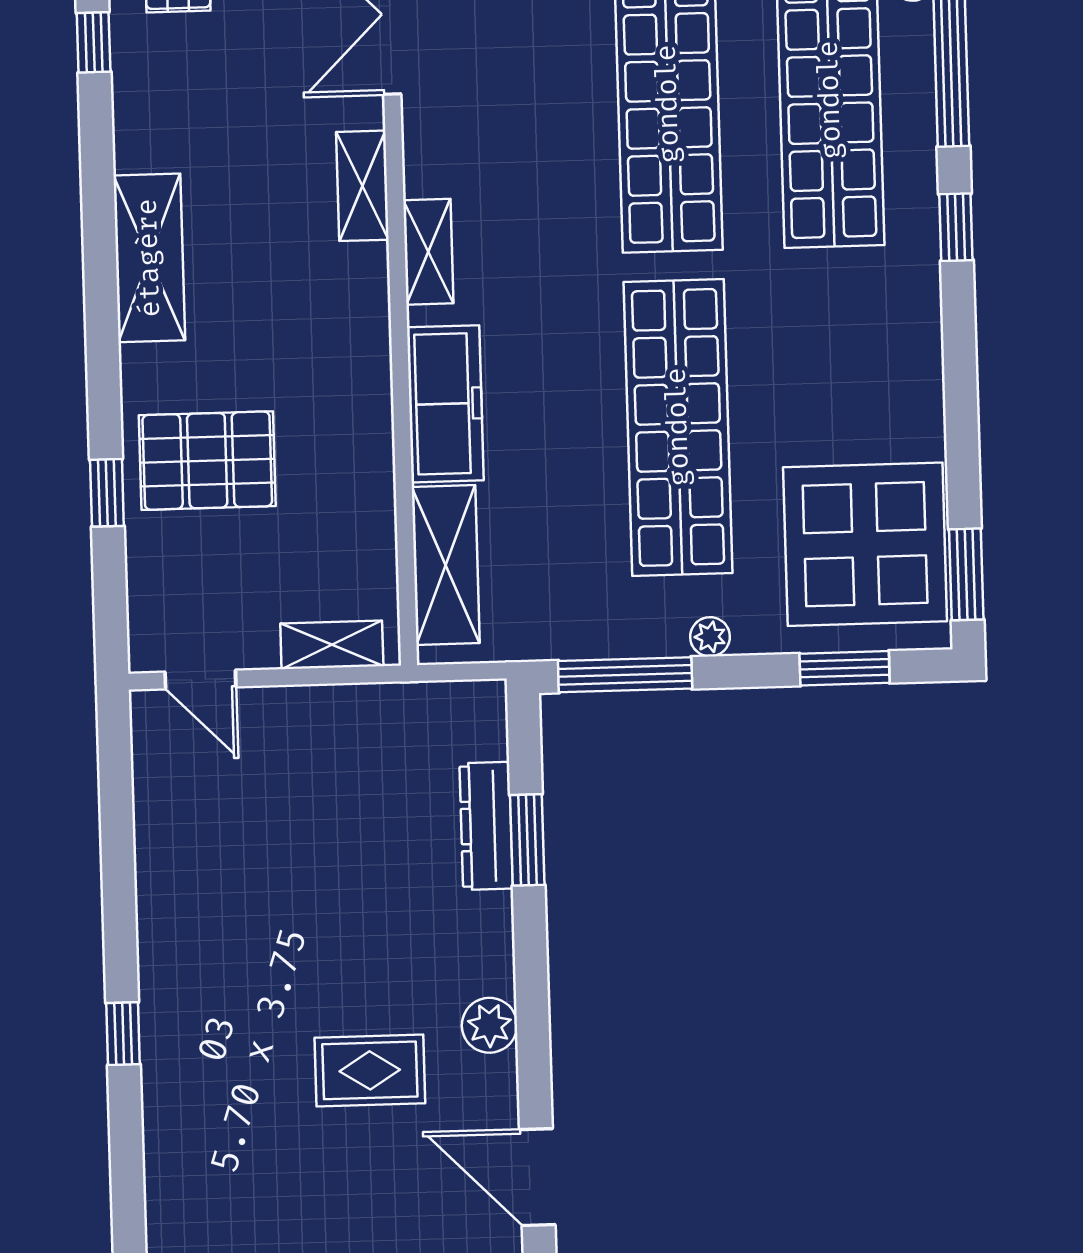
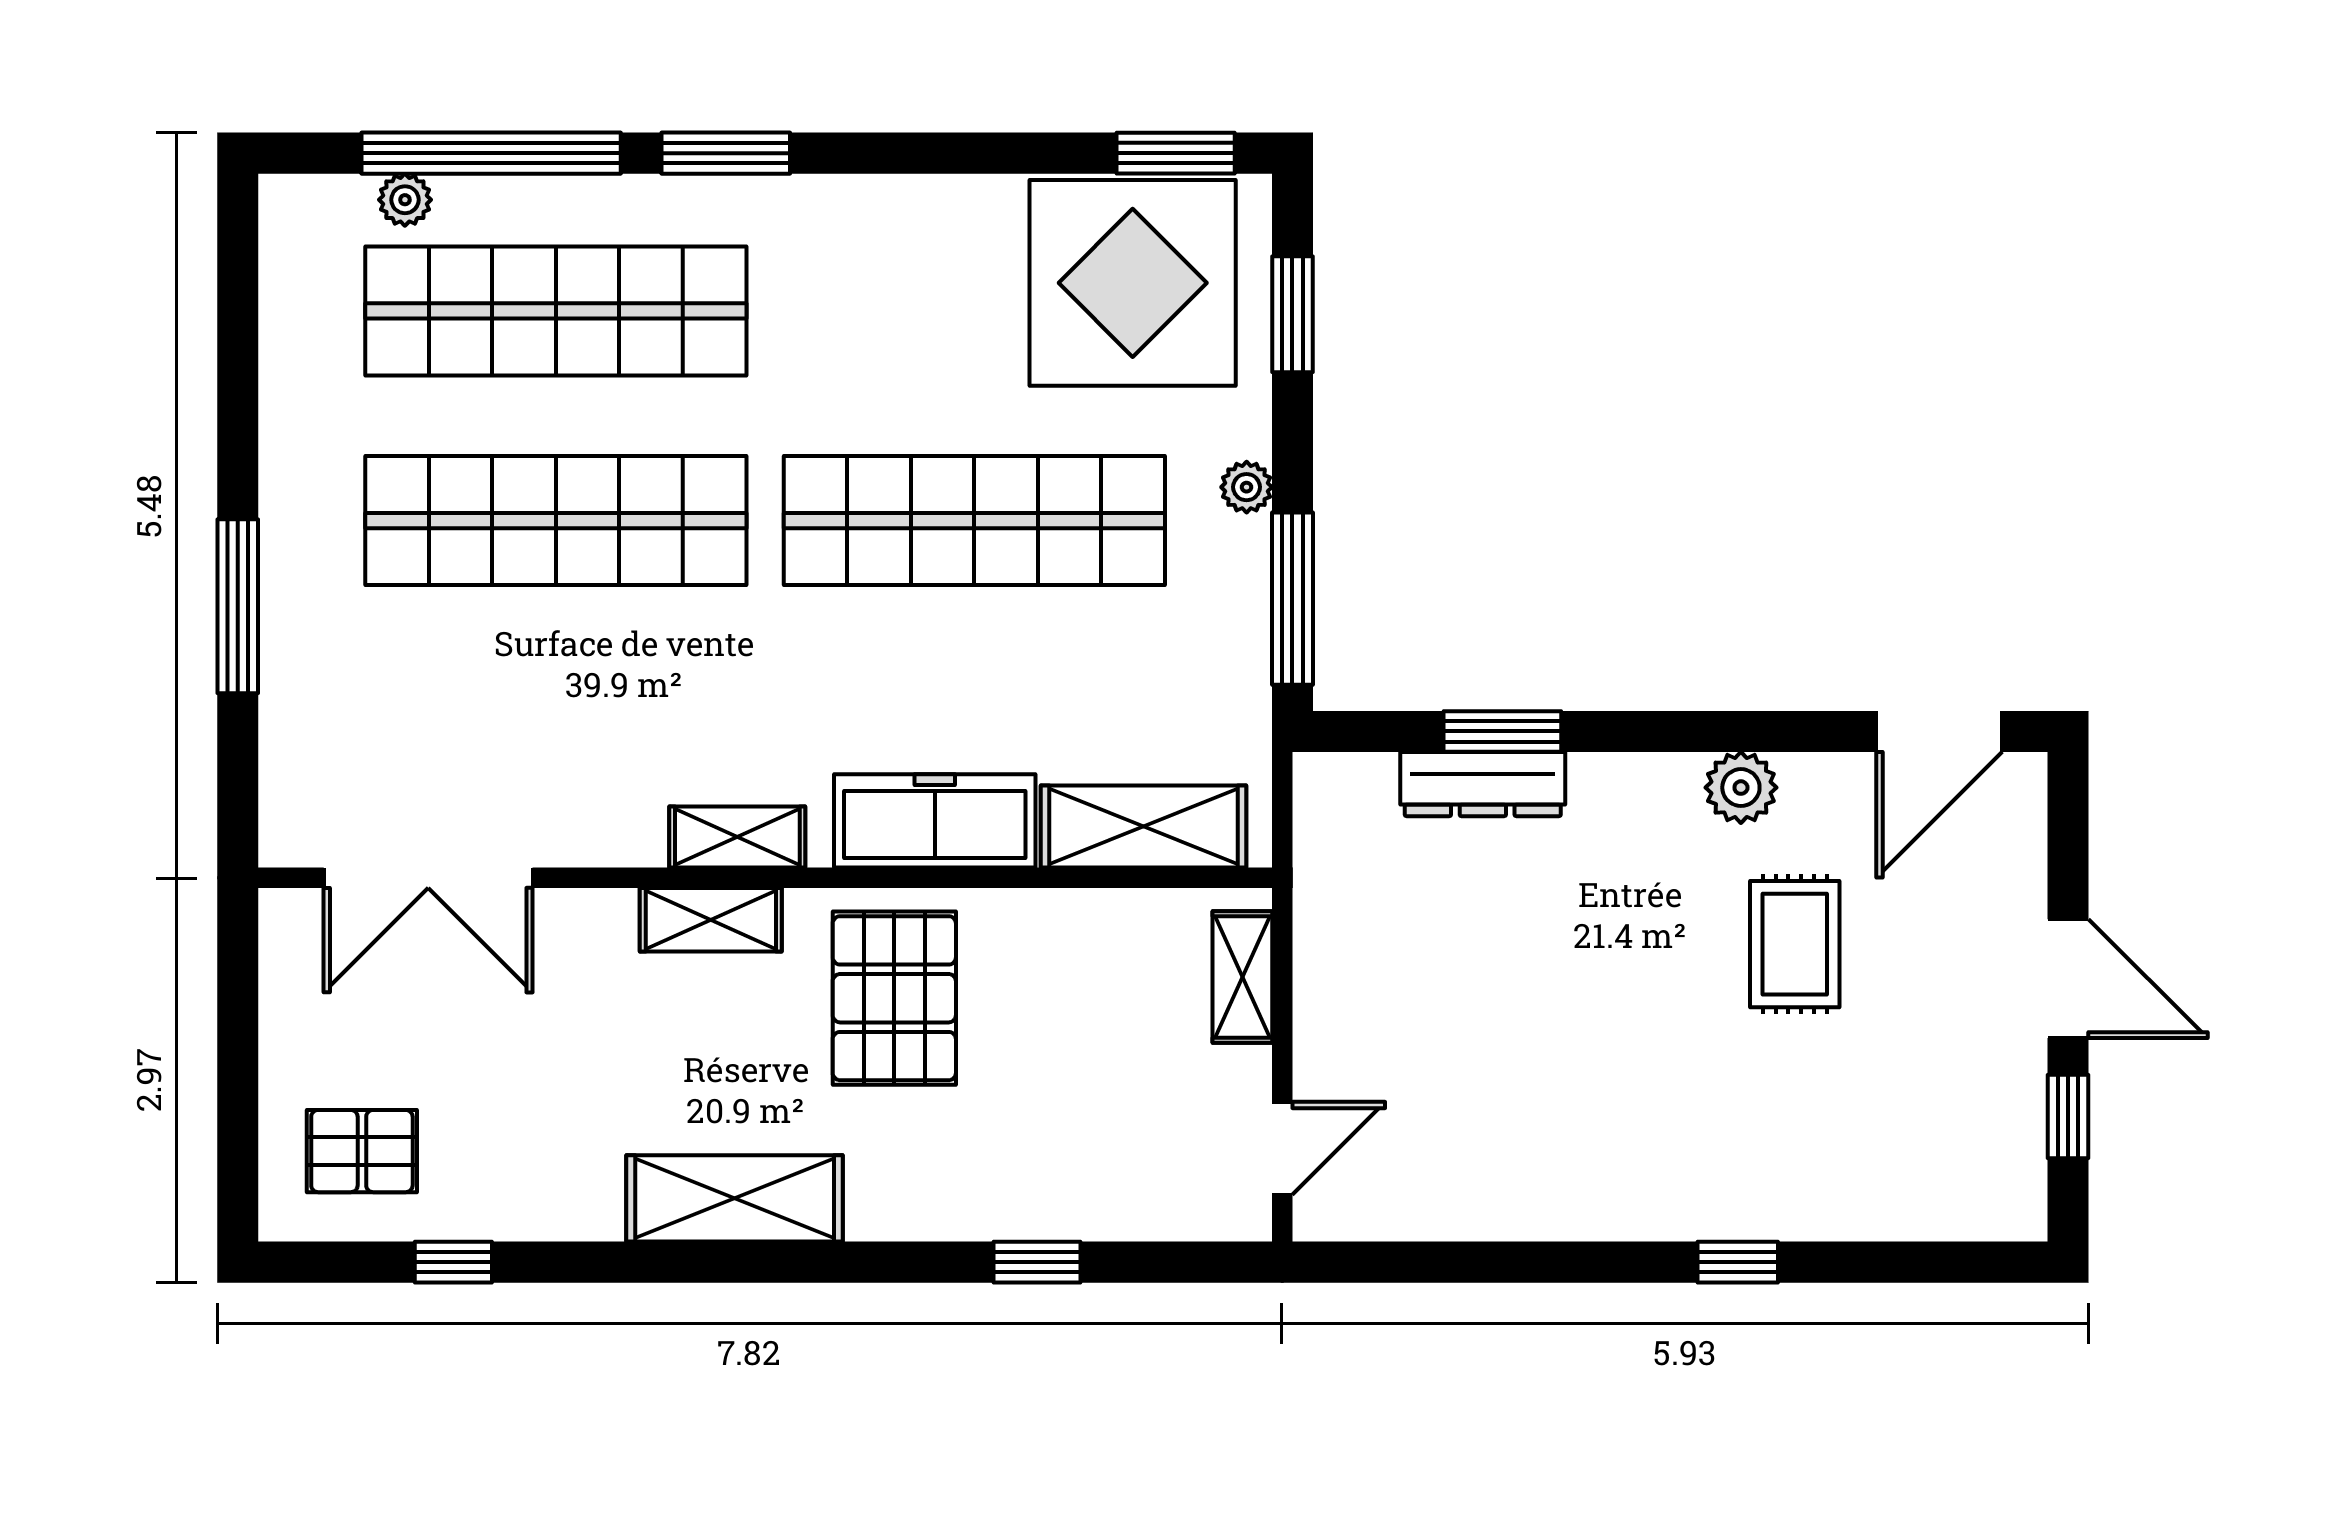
shelving: (362, 186) -> (711, 920), moved
window: (956, 227) -> (726, 153), width x1.50
pallet: (207, 461) -> (894, 998), moved

